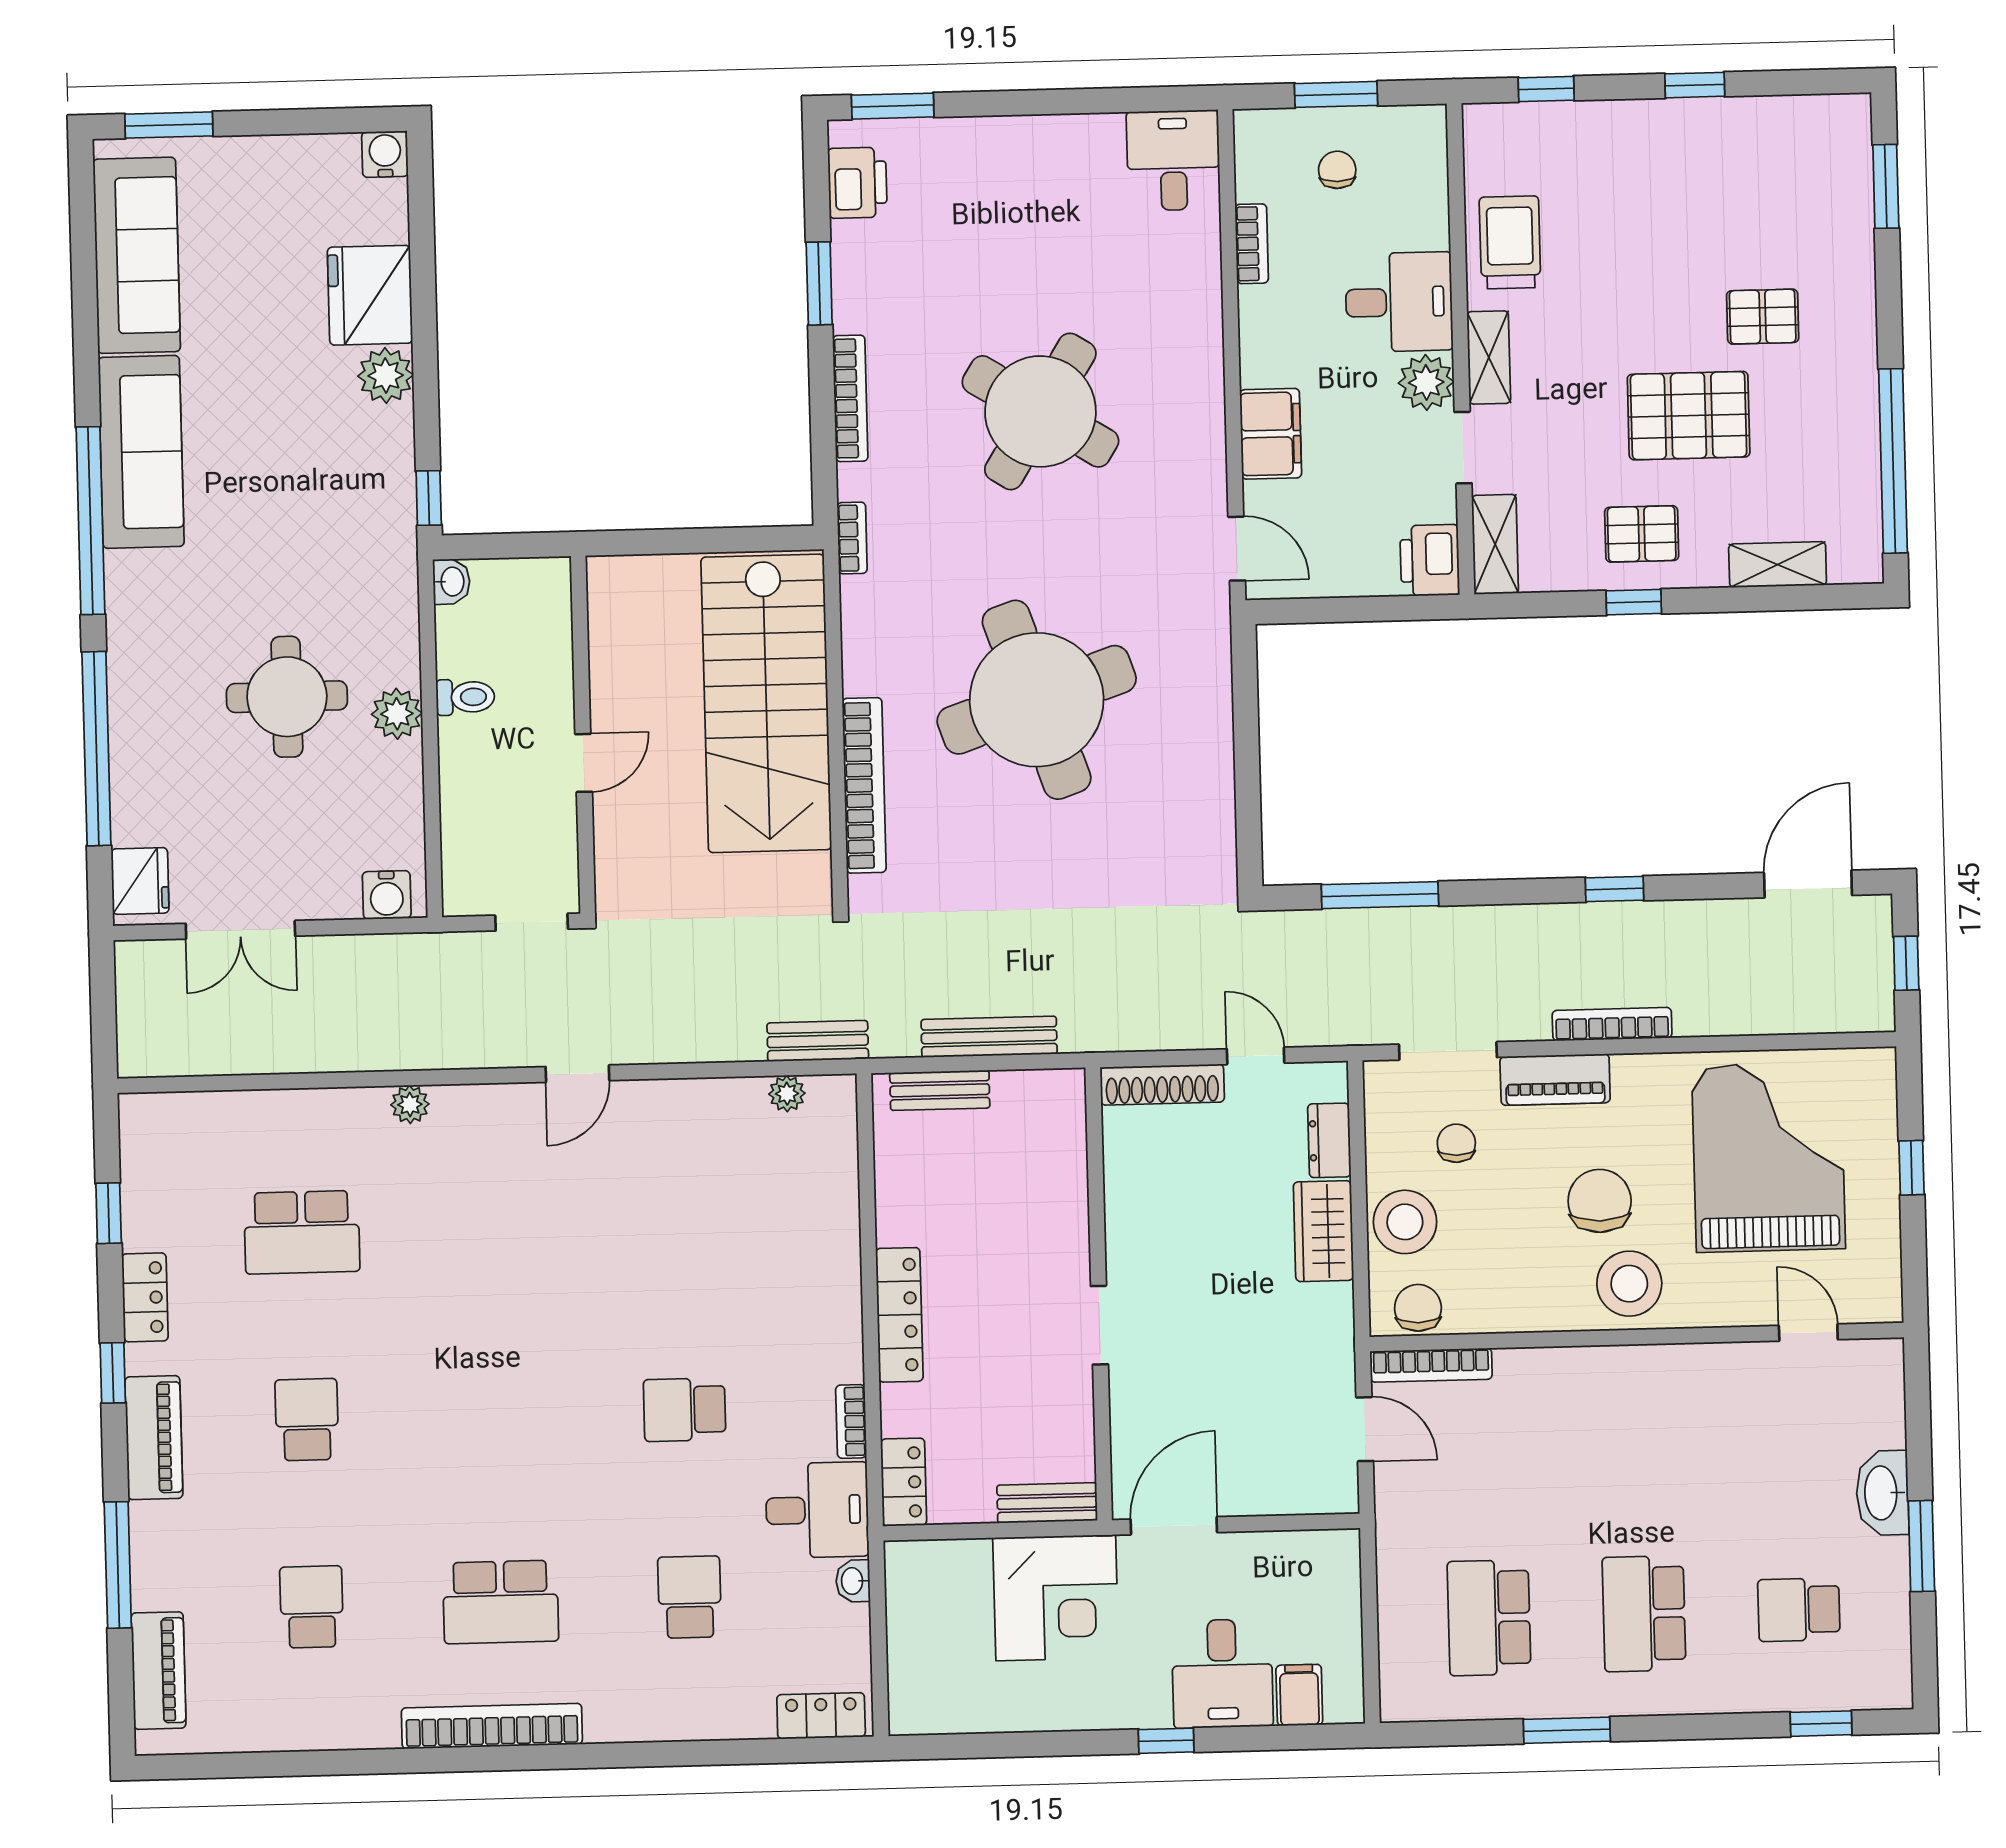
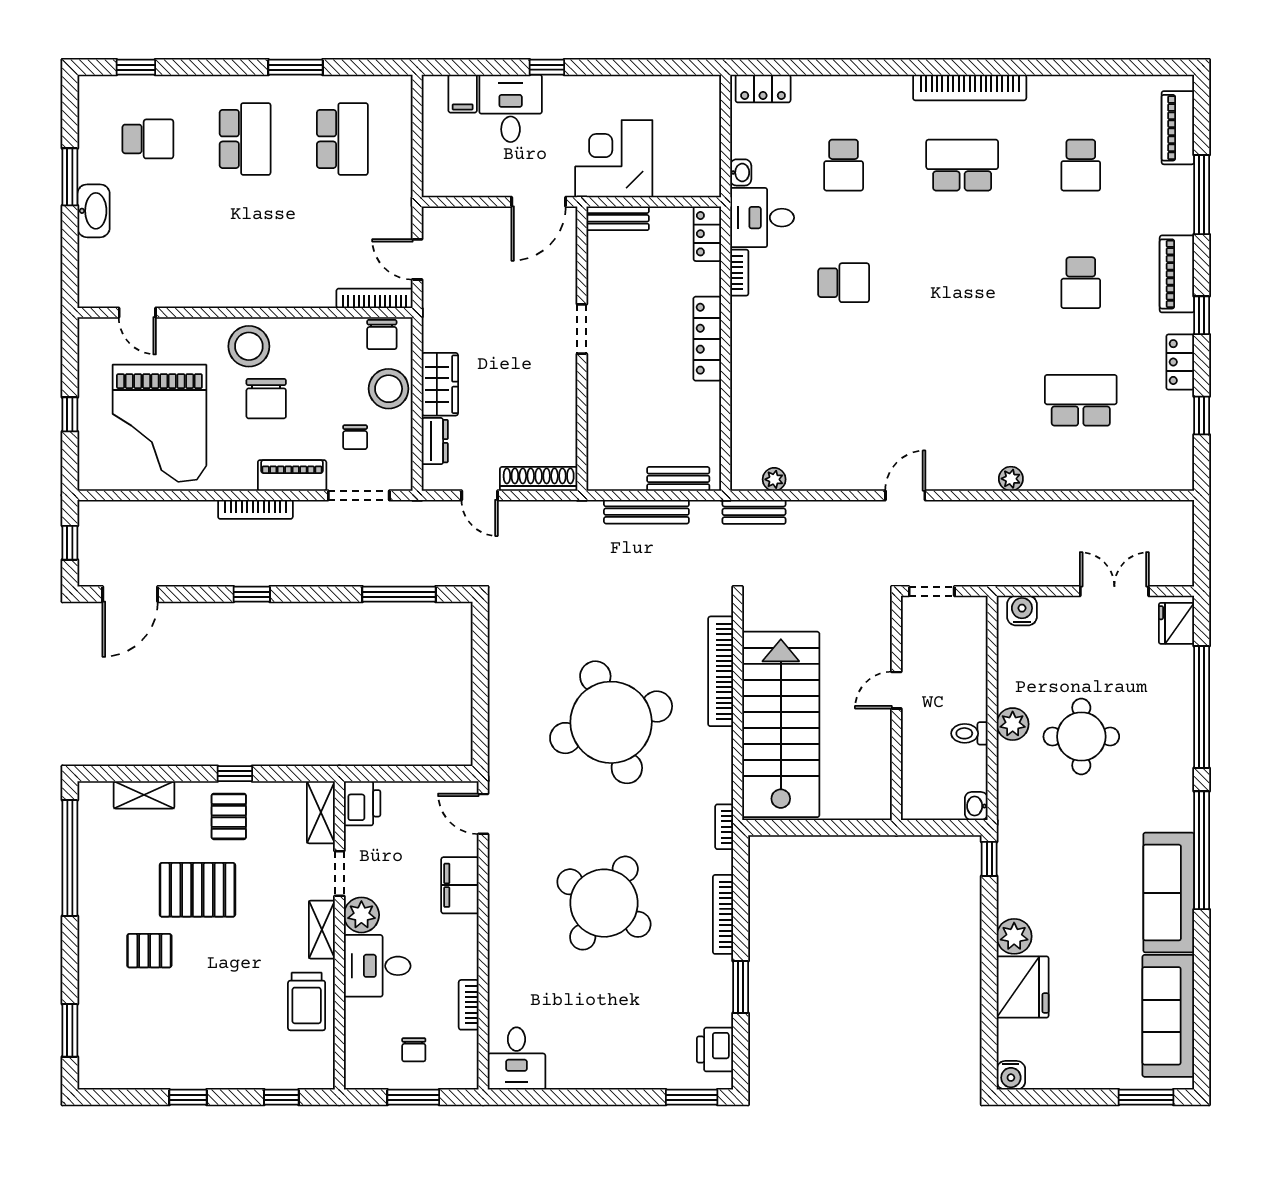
pallet: (1642, 534) -> (229, 816), turned 90

